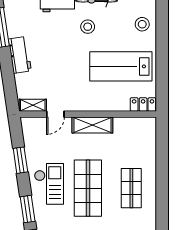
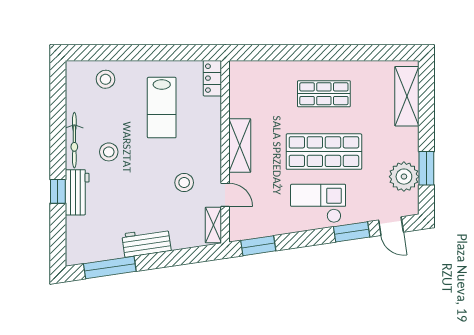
lab bench: (121, 66) -> (162, 108), width x0.73, depth x0.72
stool: (65, 83) -> (184, 183), added
window: (20, 160) -> (258, 246), moved

